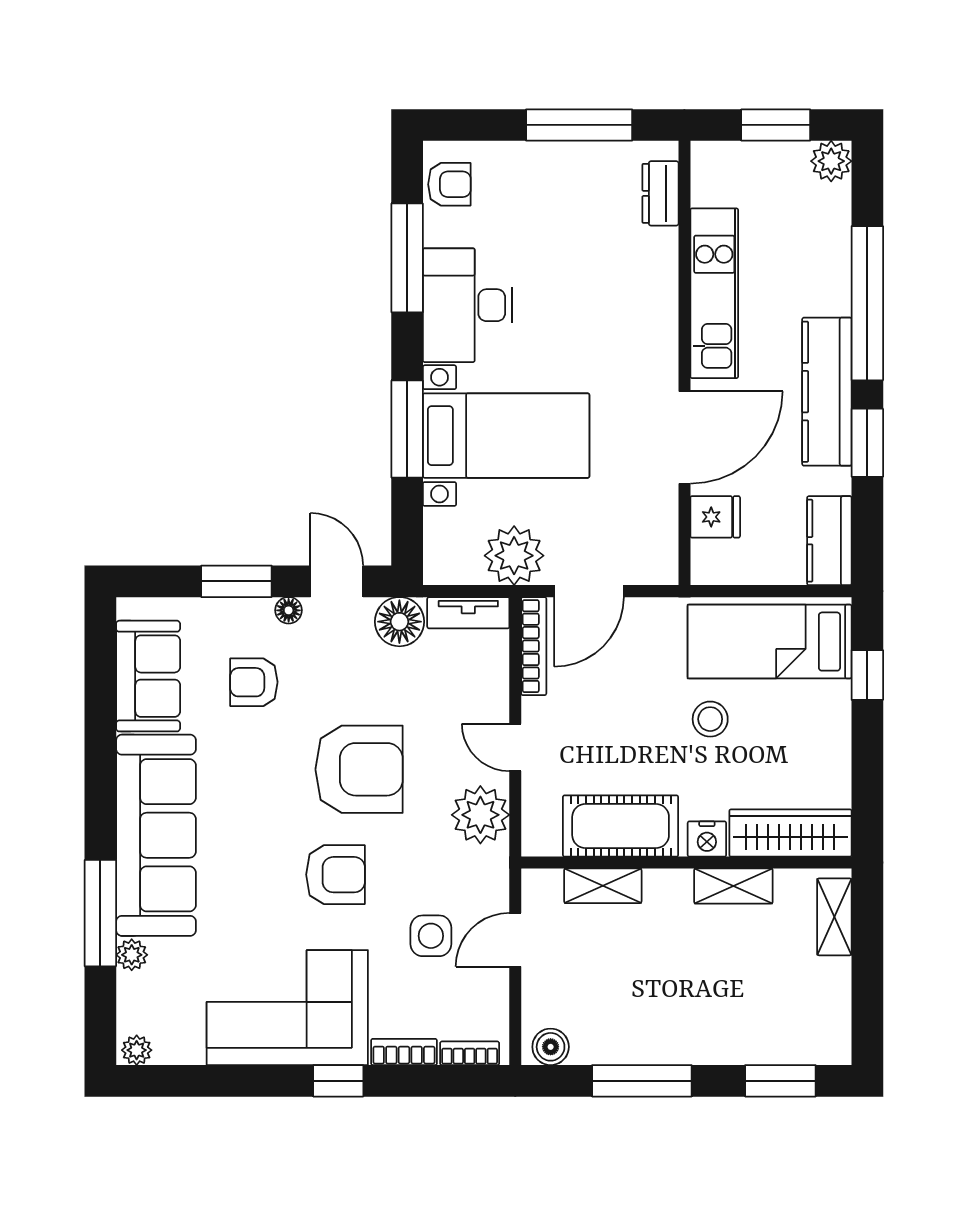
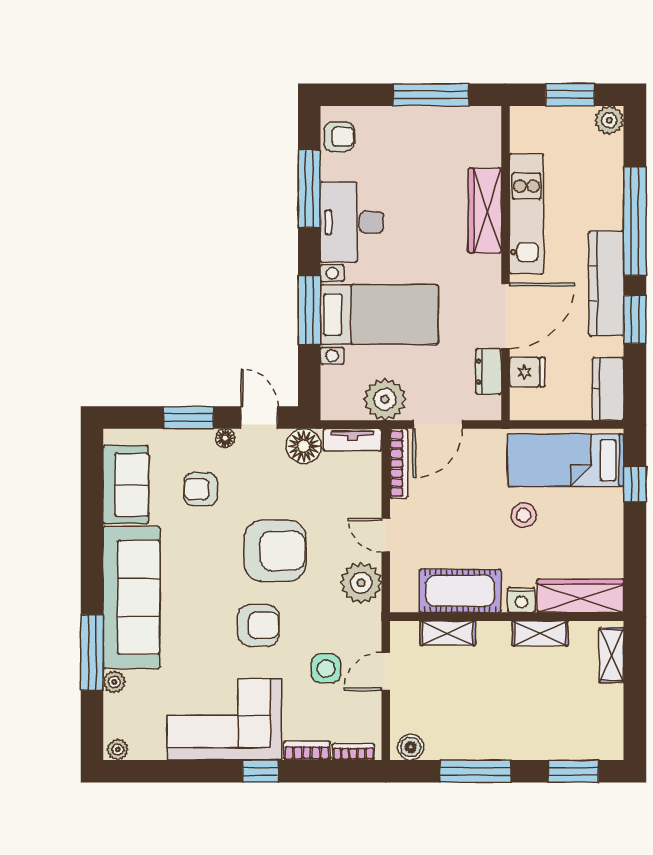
dresser: (660, 193) -> (488, 372), moved
wardrobe: (655, 289) -> (485, 211), added

